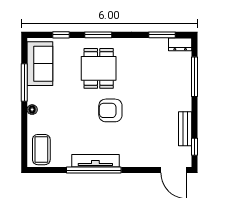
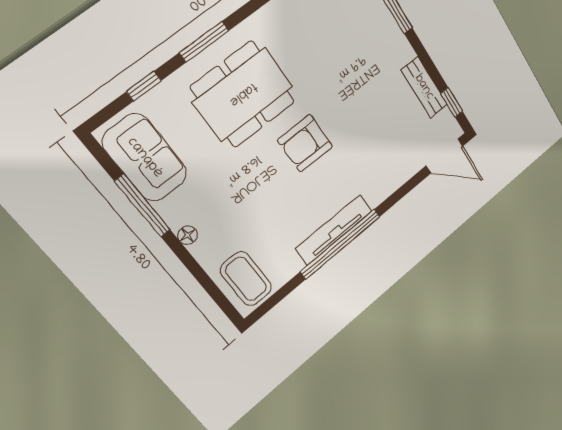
dining table: (99, 68) -> (243, 94), width x1.38

